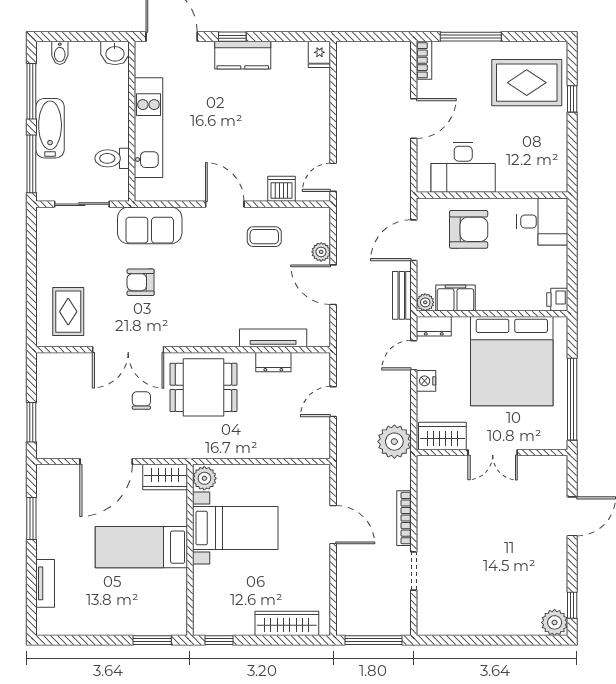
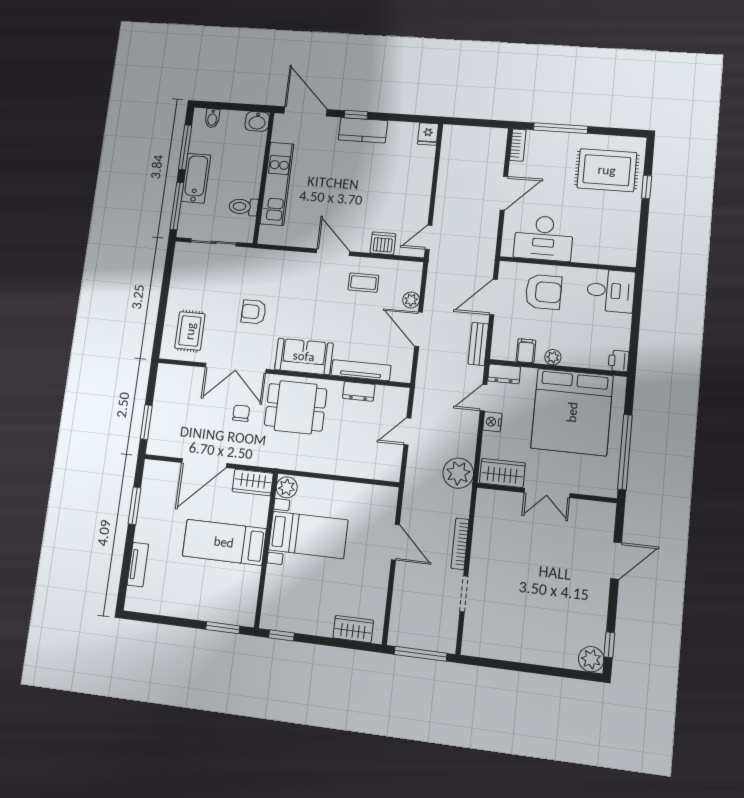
sofa: (150, 225) -> (304, 356), moved, turned 180
filing cabinet: (455, 298) -> (526, 351), width x0.50
plant: (425, 302) -> (553, 357), moved
wardrobe: (287, 623) -> (353, 629), width x0.67

